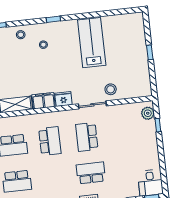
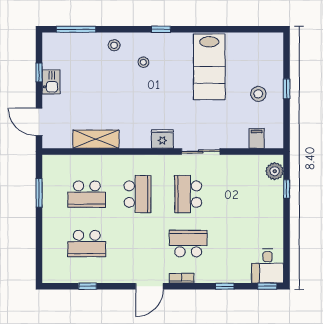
lab bench: (92, 43) -> (209, 67), turned 180
stool: (111, 89) -> (258, 94), moved
filing cabinet: (44, 101) -> (257, 138), moved, width x0.50

